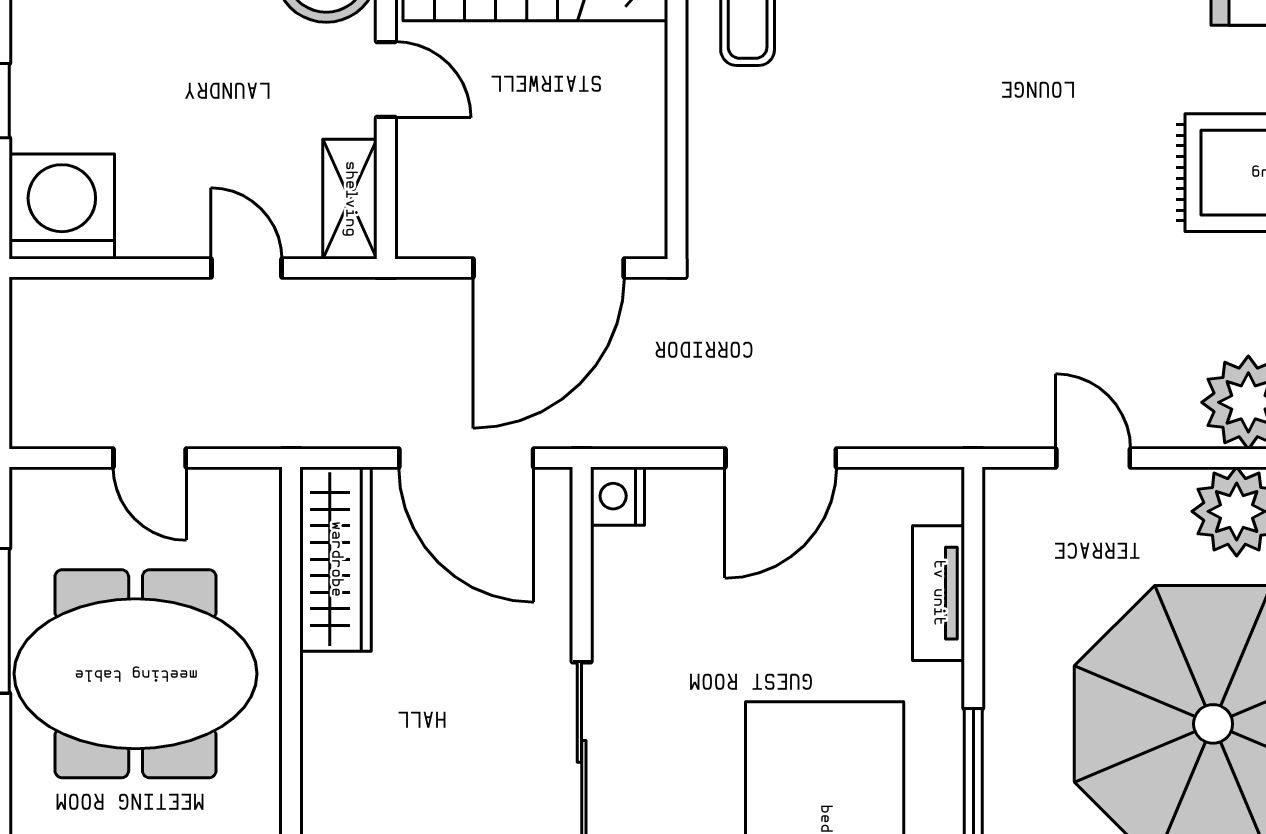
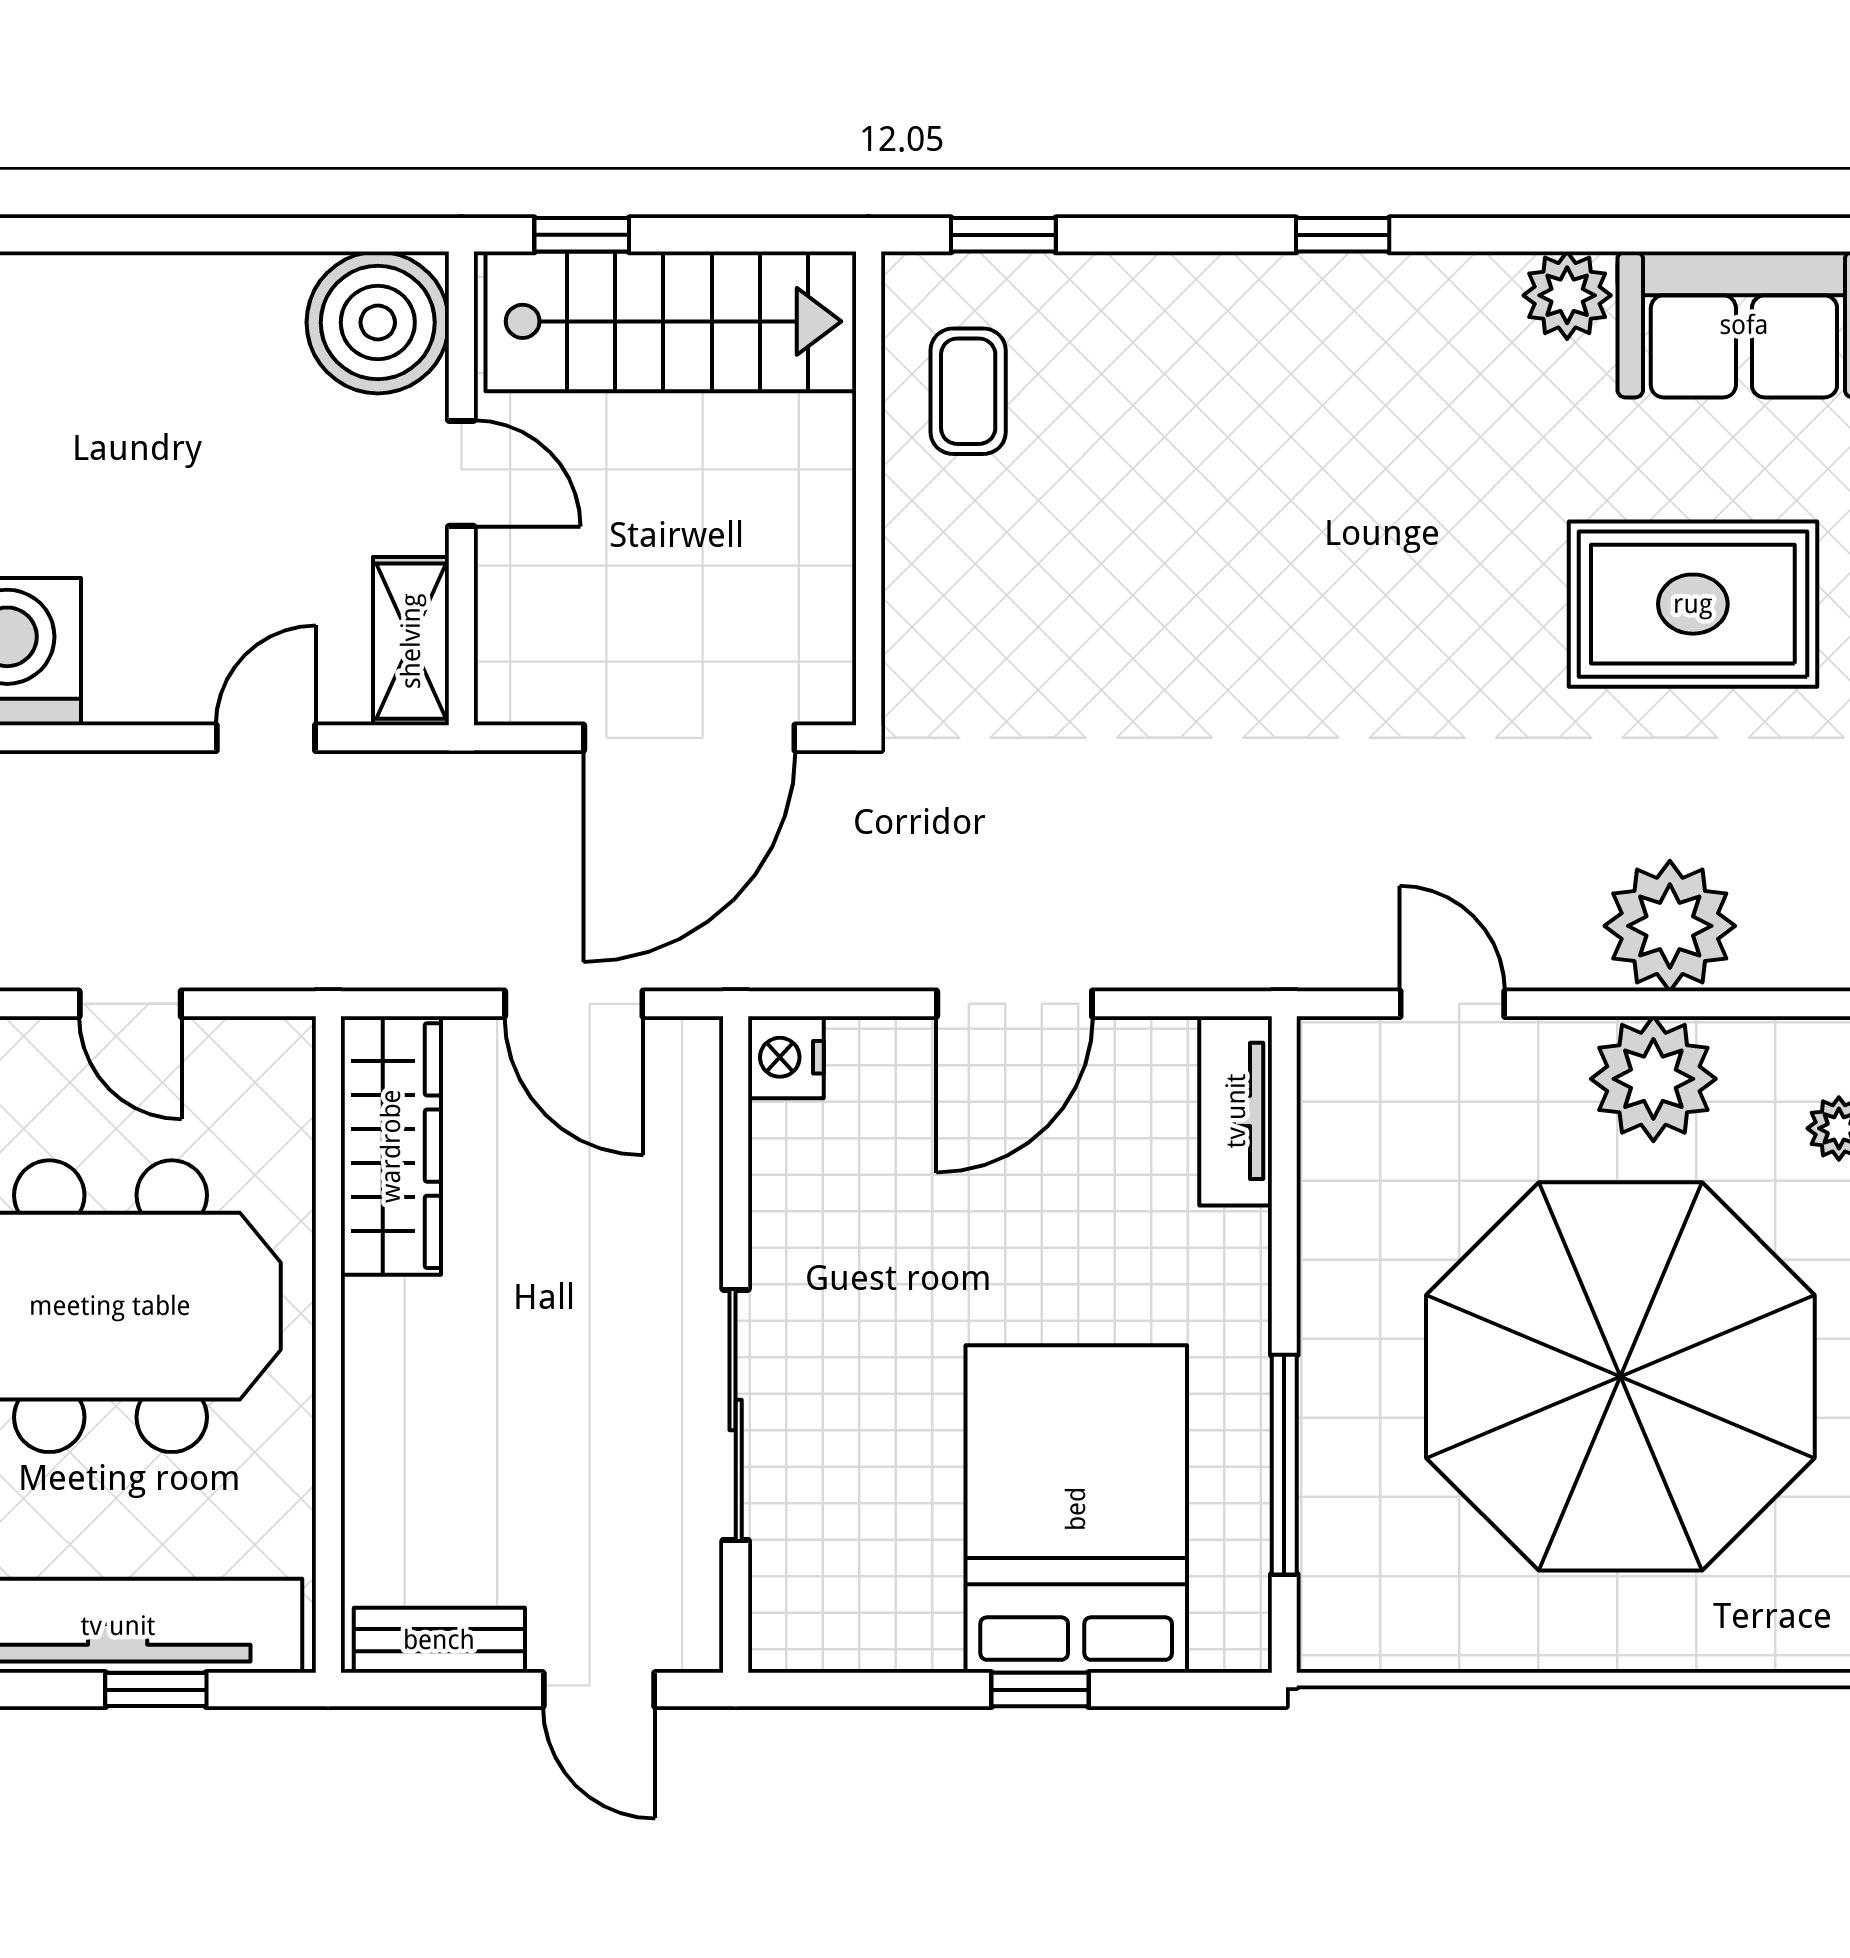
door: (246, 268) -> (266, 738), hinge flipped
door: (466, 458) -> (574, 1004), width x0.73
tv unit: (938, 593) -> (1236, 1111), moved

